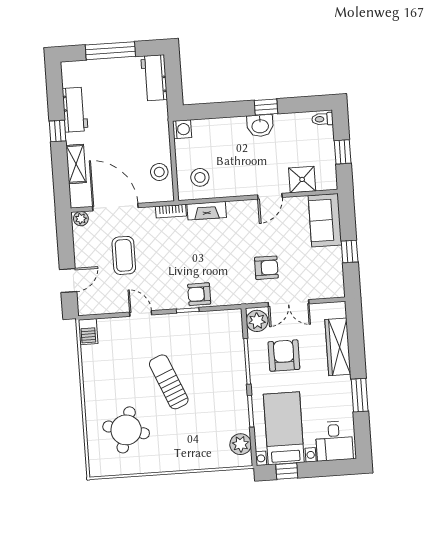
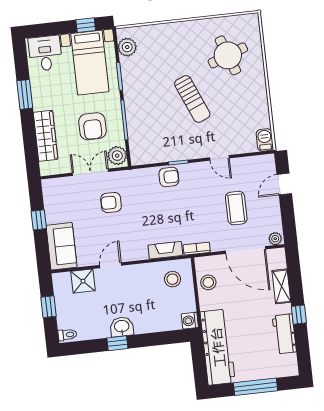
workbench: (154, 78) -> (218, 347), width x1.88, depth x1.32
round table: (126, 430) -> (228, 55), turned -35

